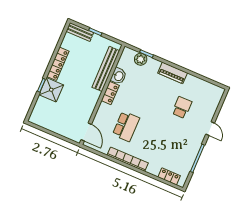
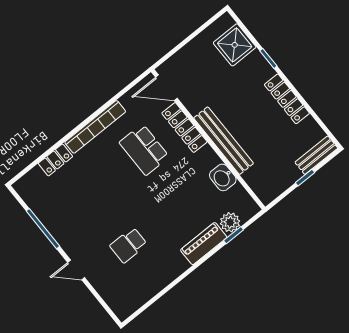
bench: (106, 69) -> (224, 141), moved
piano: (173, 73) -> (204, 244), moved
shower: (51, 90) -> (235, 45), moved
locker: (110, 93) -> (184, 127), moved, width x1.53
school desk: (182, 107) -> (128, 245), turned 90
locker: (169, 176) -> (55, 160), moved

